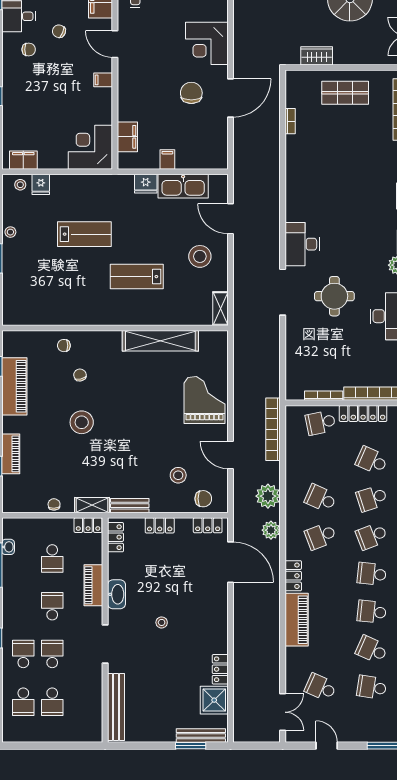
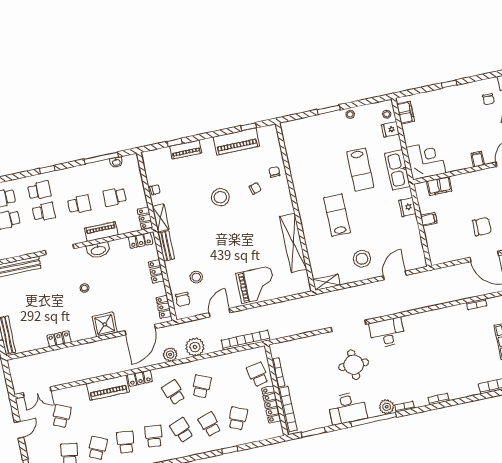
kitchen sink: (183, 186) -> (398, 170), moved
shower: (214, 700) -> (105, 324), moved

